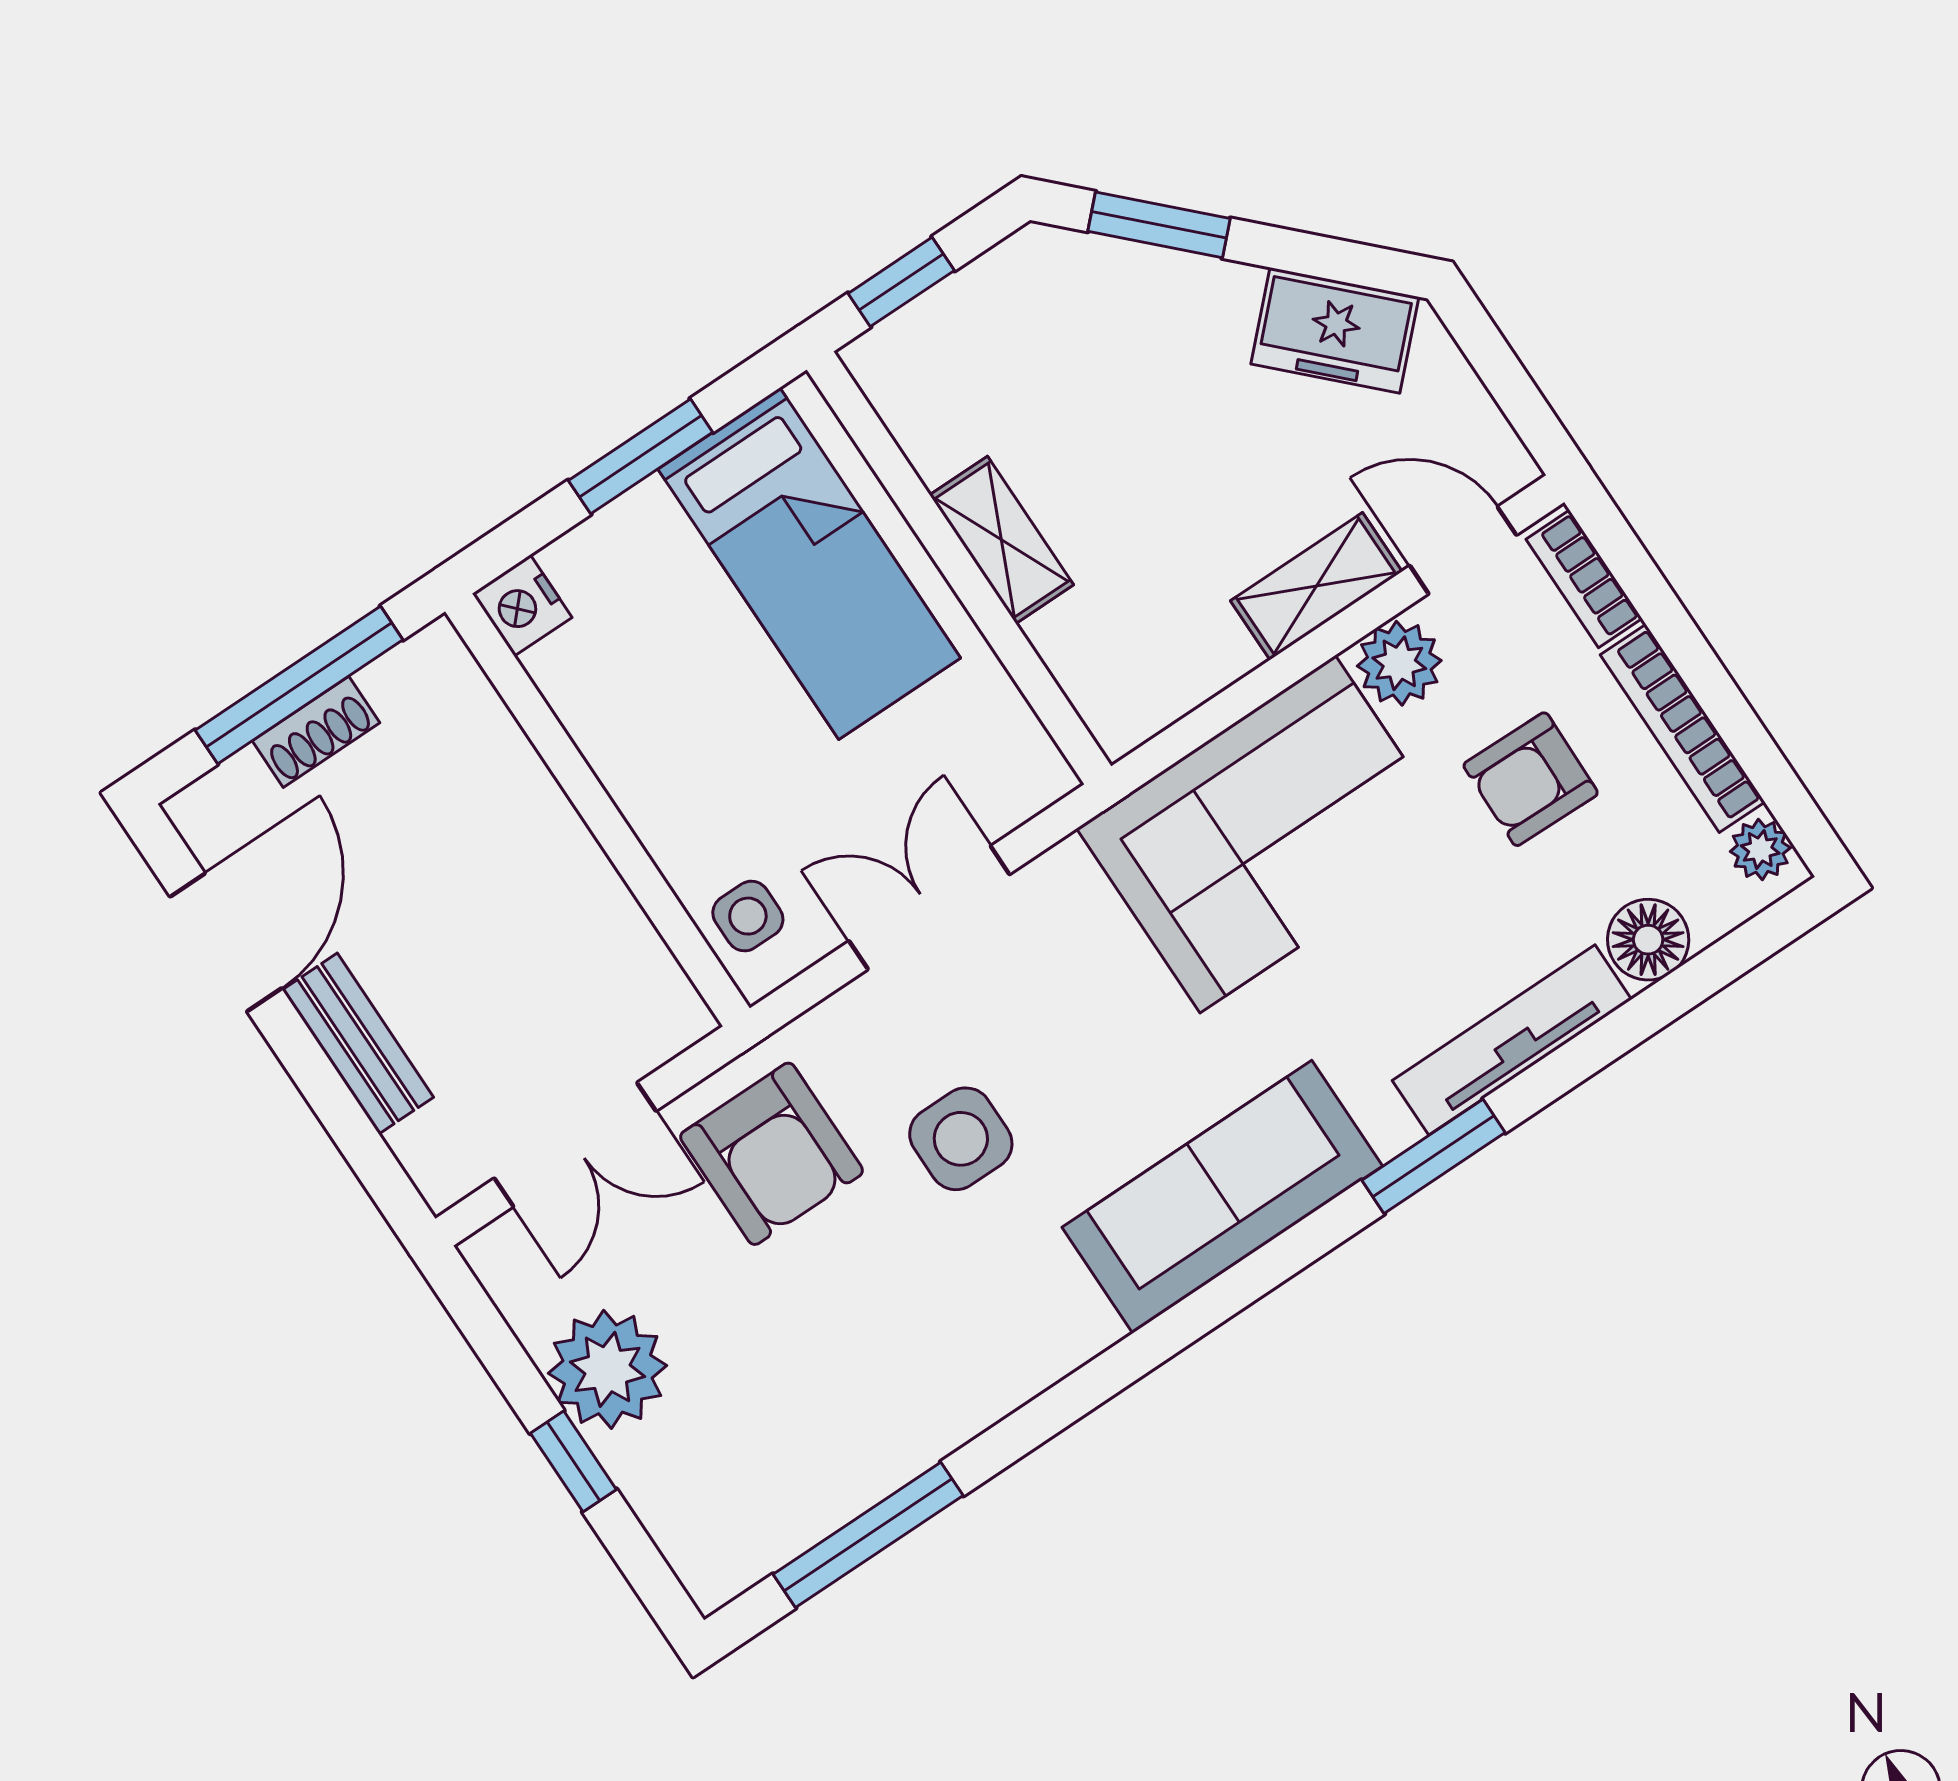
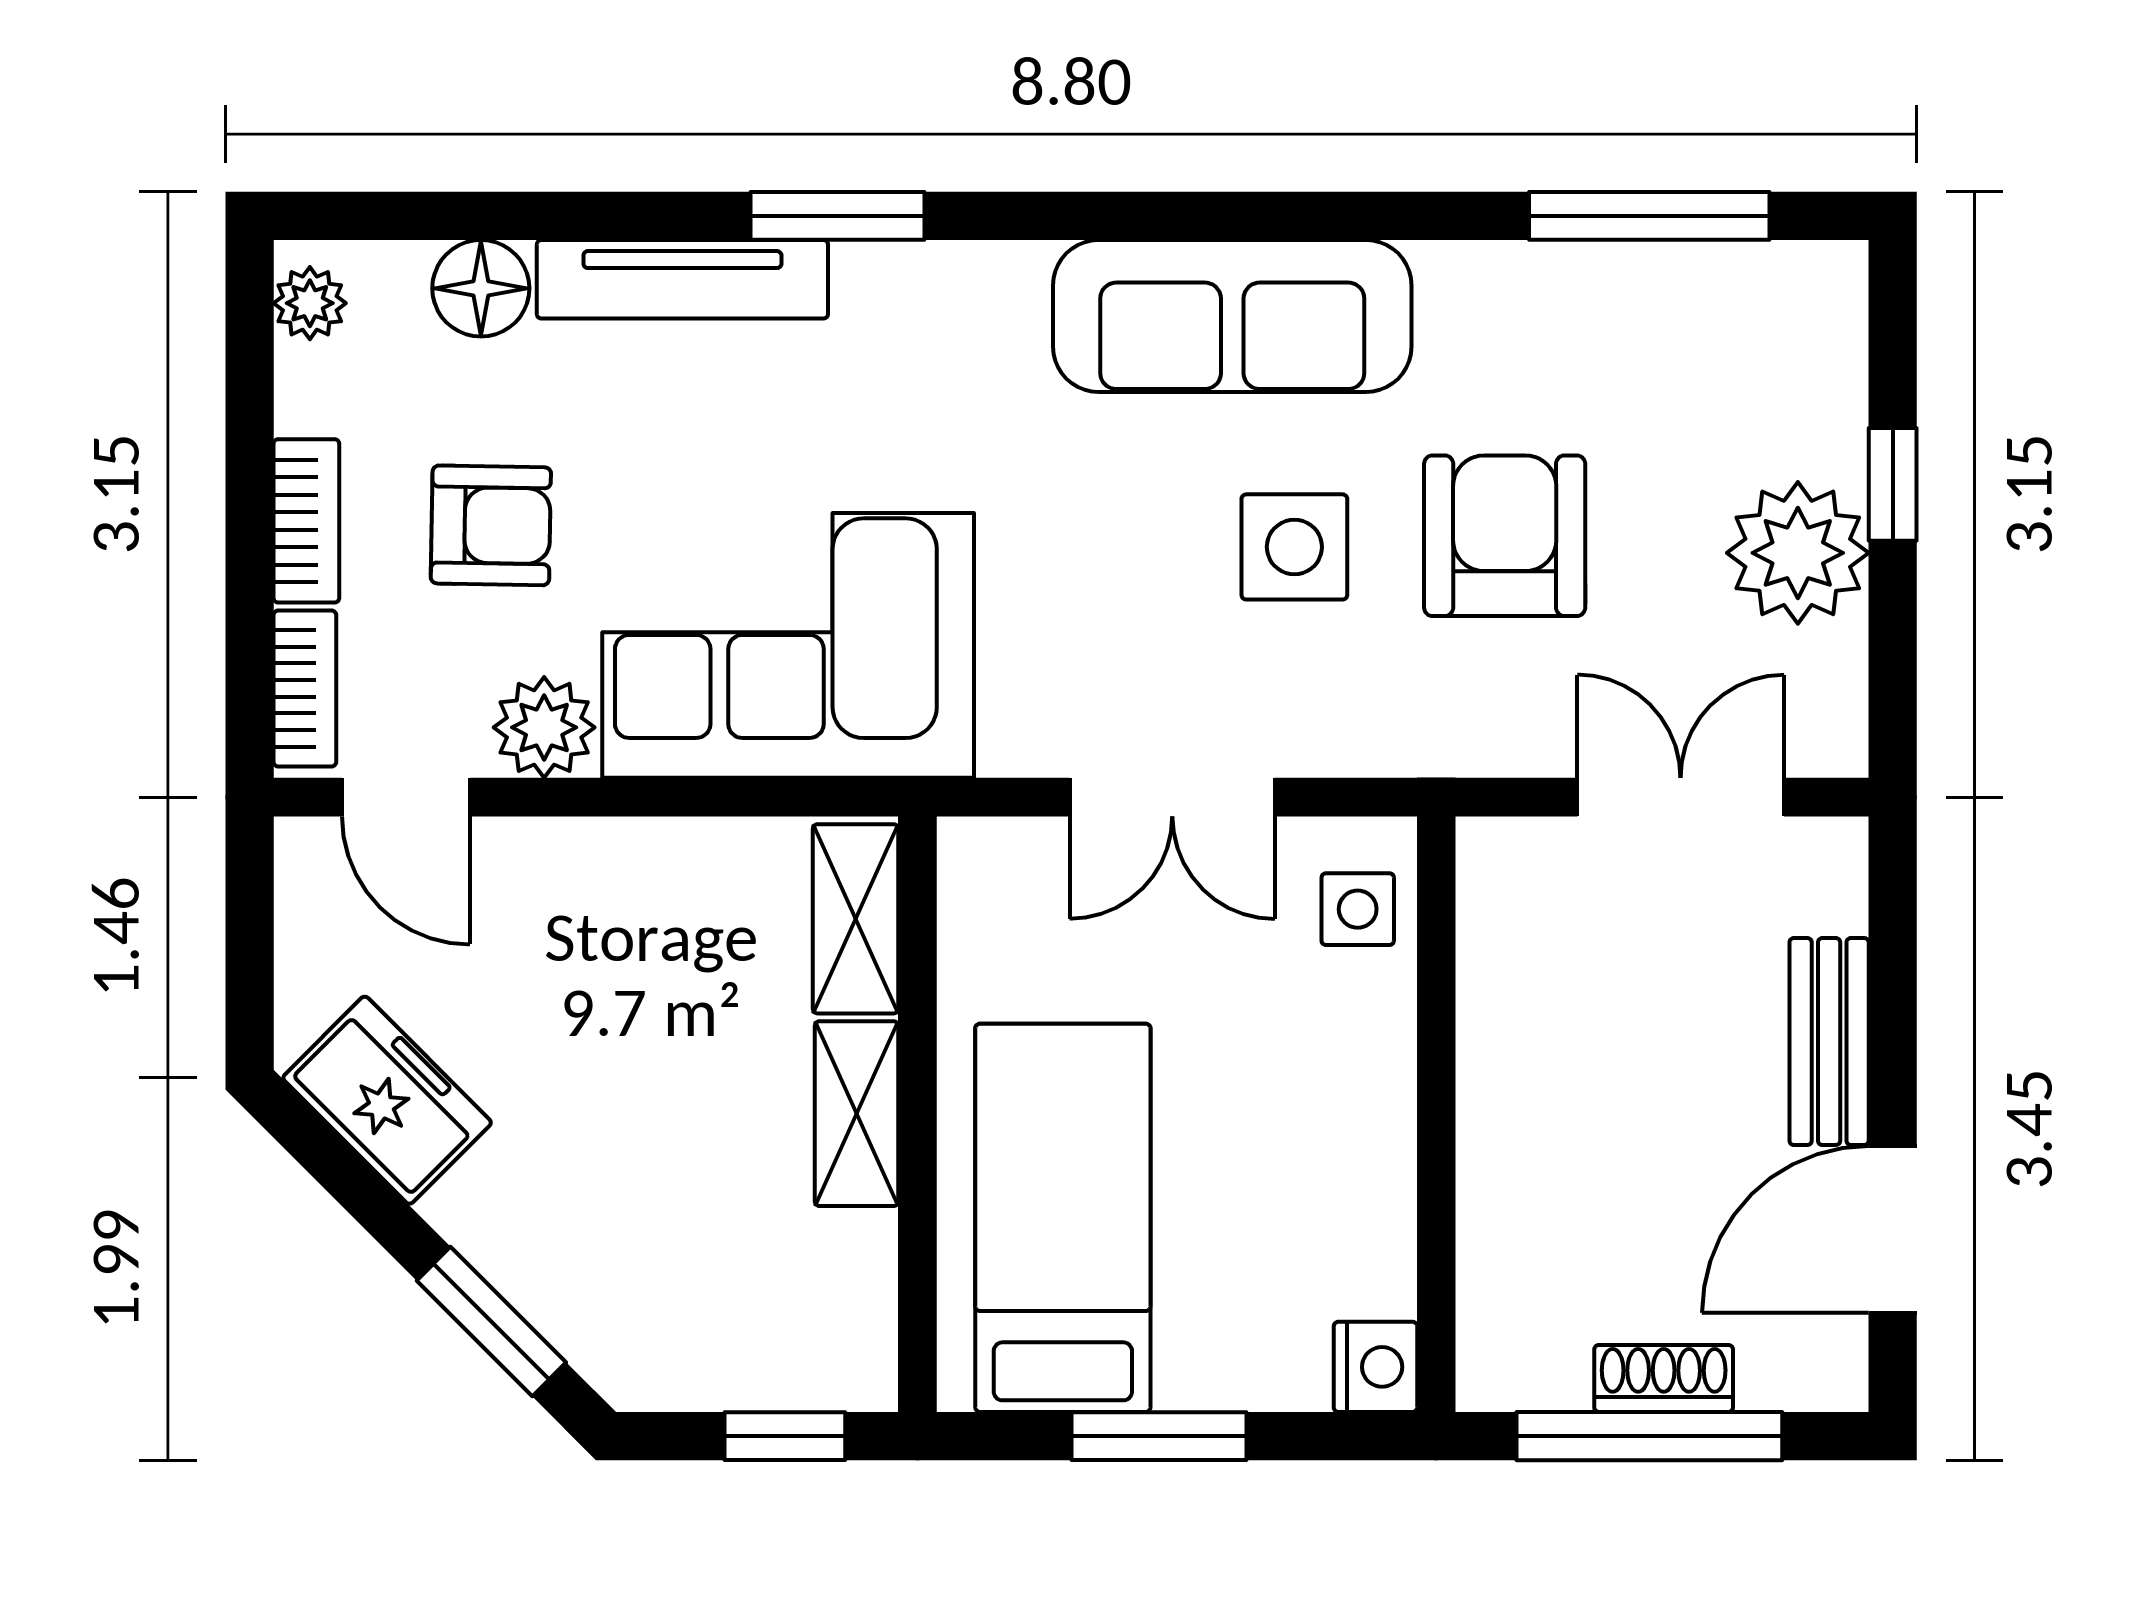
shelving: (1316, 586) -> (856, 919), moved, turned 90
bookcase: (1683, 728) -> (306, 521), width x0.64
armchair: (772, 1154) -> (1505, 536), moved
sofa: (1222, 1197) -> (1232, 316), moved

